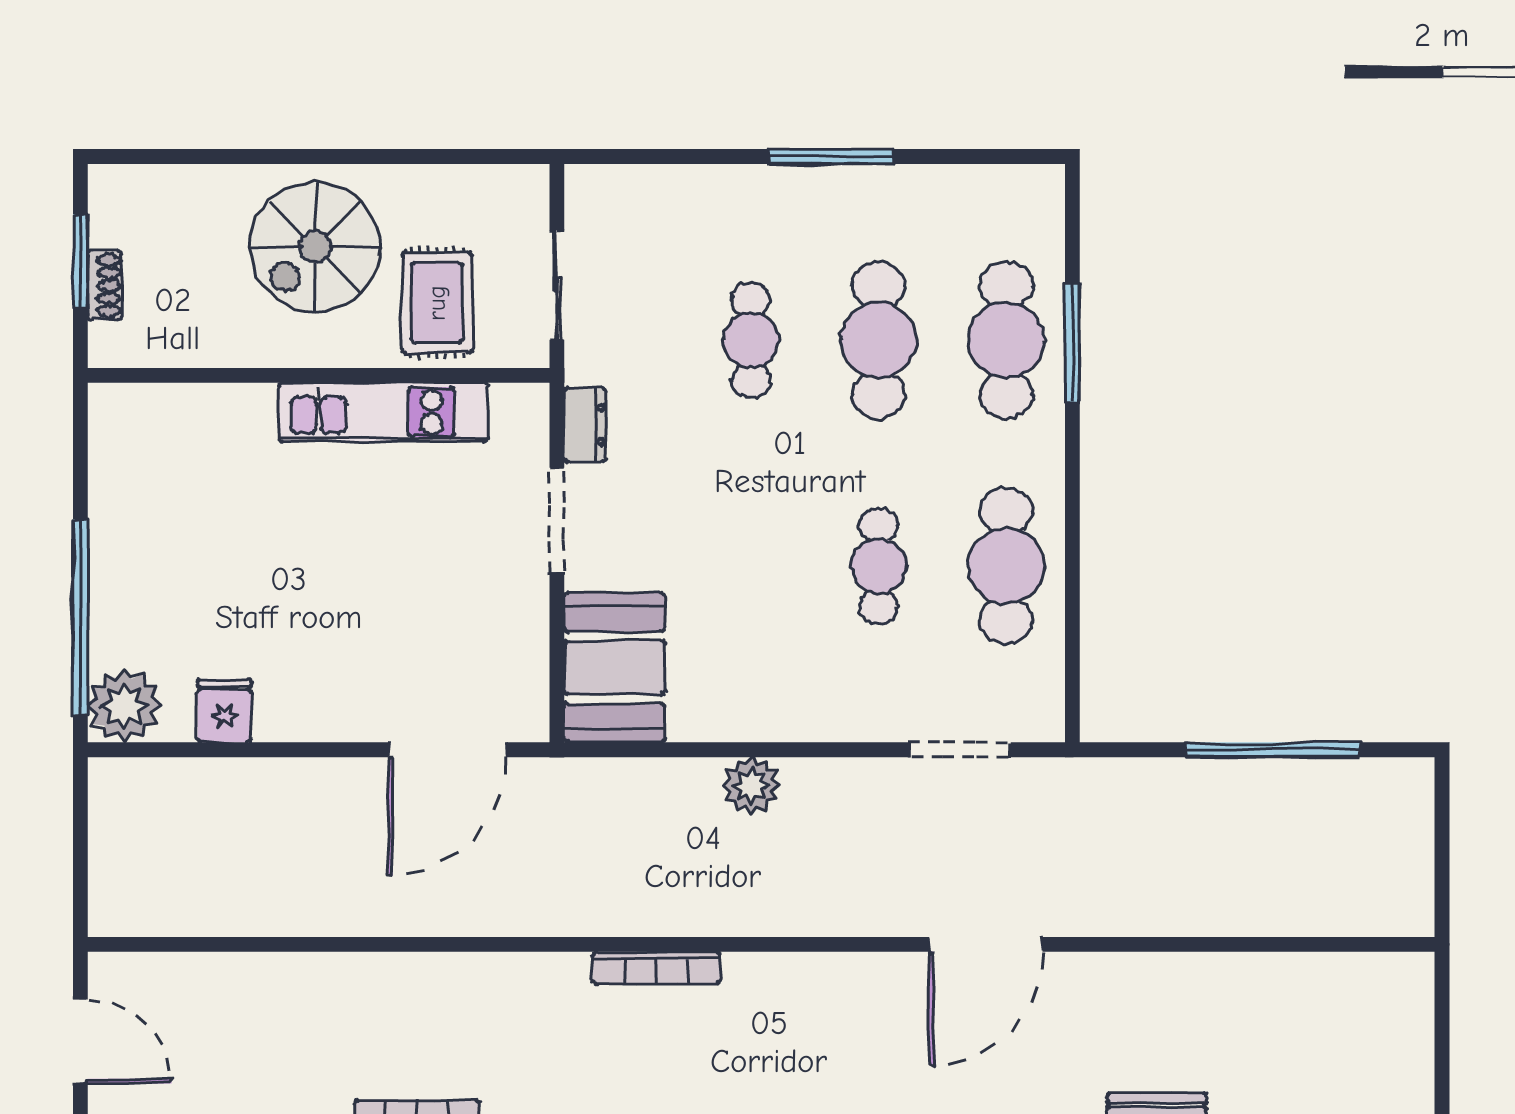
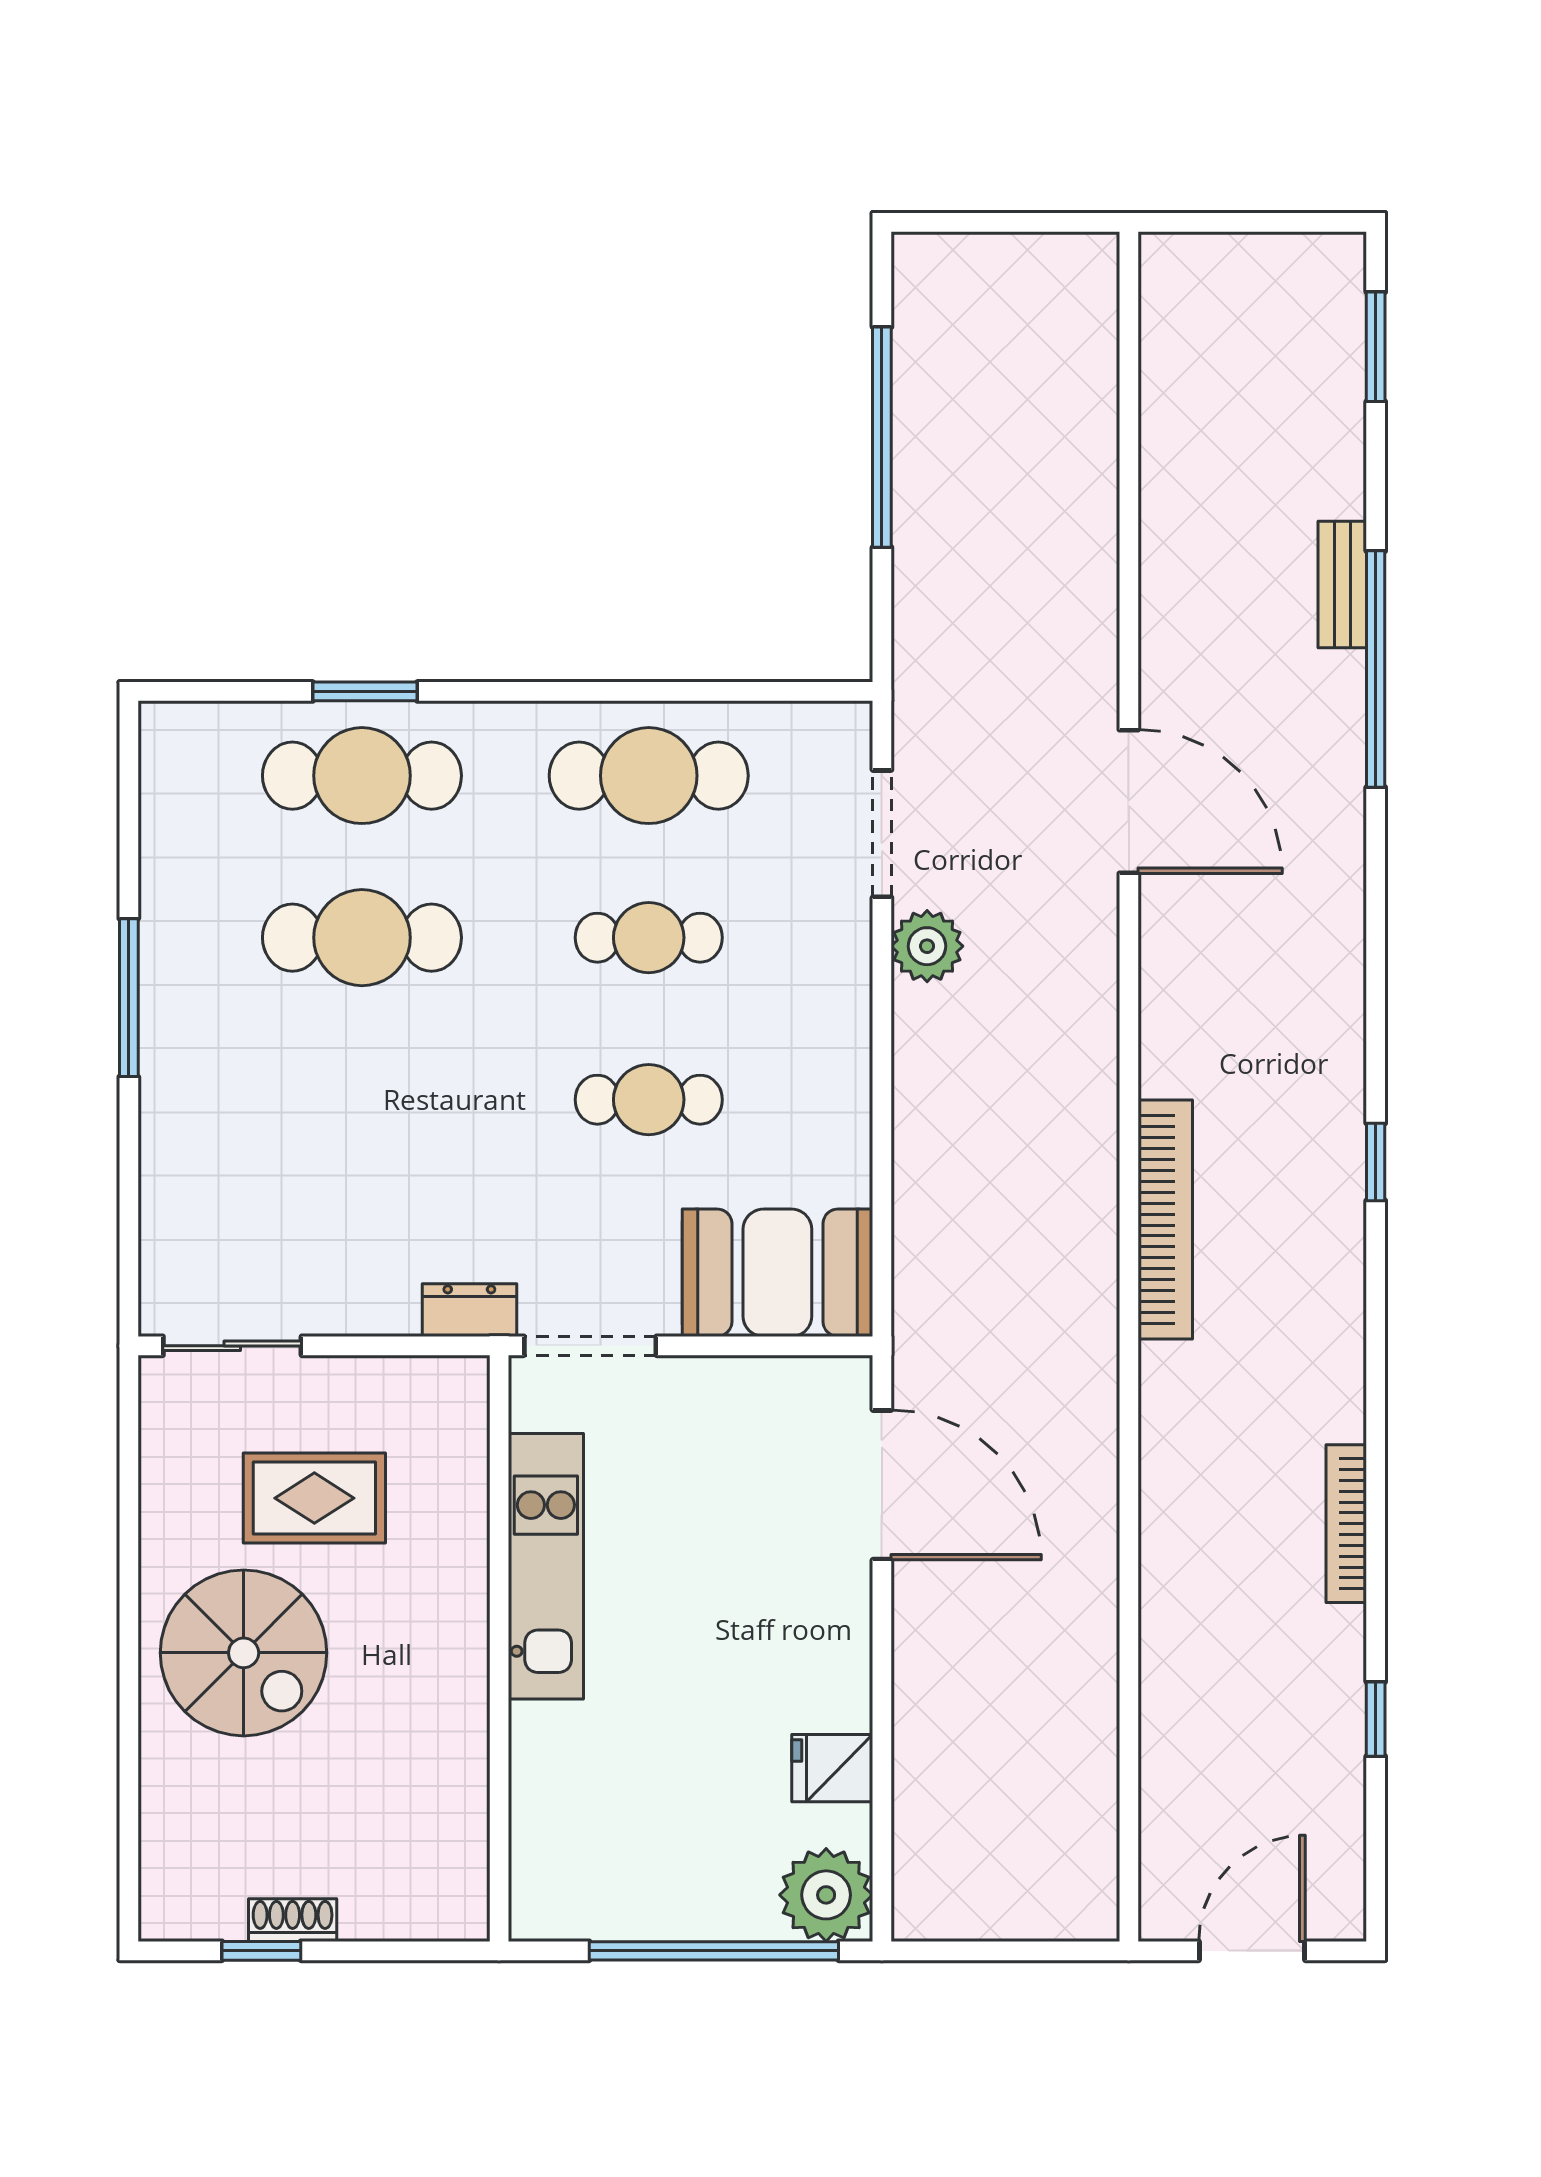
window: (80, 261) -> (261, 1951), width x0.67
sliding door: (557, 285) -> (232, 1346), moved
cafe table: (751, 340) -> (649, 1100), moved
window: (1072, 343) -> (365, 691), width x0.69
wall: (319, 375) -> (499, 1648), moved
kitchen unit: (383, 412) -> (546, 1566), moved
plant: (751, 785) -> (927, 946), moved
bookcase: (656, 968) -> (1165, 1220), width x1.48, depth x1.31

